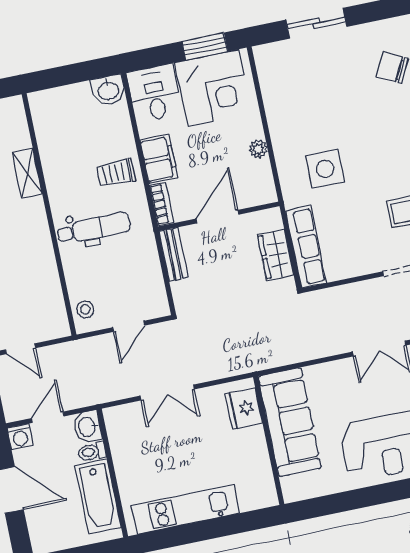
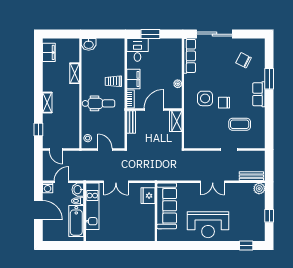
sliding door: (316, 23) -> (214, 34), width x1.37
window: (205, 46) -> (150, 34), moved
corner desk: (213, 88) -> (164, 53), removed
washbasin: (108, 90) -> (89, 44), moved
chair: (369, 169) -> (224, 103), added
row of seats: (306, 247) -> (190, 56), moved
wardrobe: (276, 255) -> (176, 121), moved
door: (129, 326) -> (105, 149), swing flipped
kitchen unit: (186, 509) -> (92, 206), moved, turned 90

